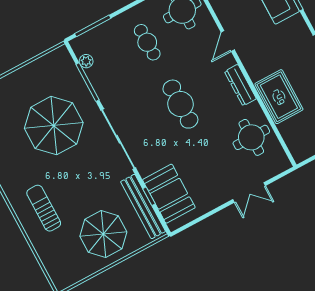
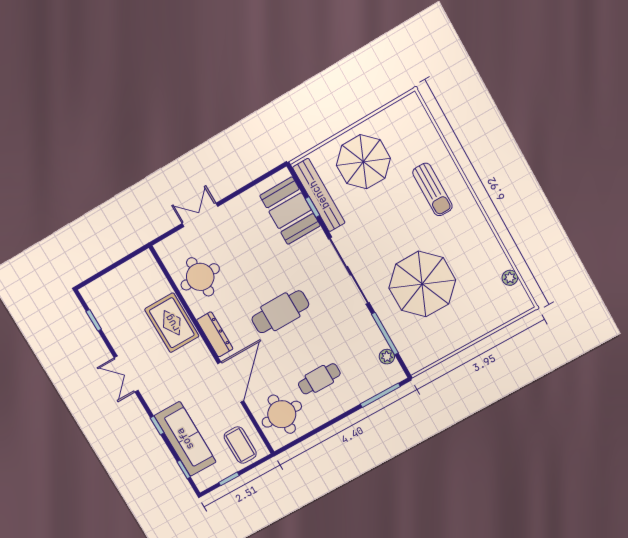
door: (228, 41) -> (231, 382), width x1.88
cafe table: (147, 42) -> (319, 379), turned 90
cafe table: (180, 104) -> (280, 312), turned 90

